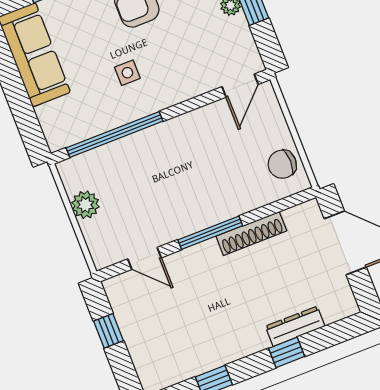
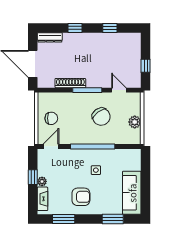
window: (115, 135) -> (93, 146), moved
chair: (282, 164) -> (51, 118), moved
chair: (160, 189) -> (101, 117), added
dresser: (295, 326) -> (50, 37), moved

